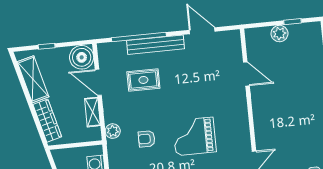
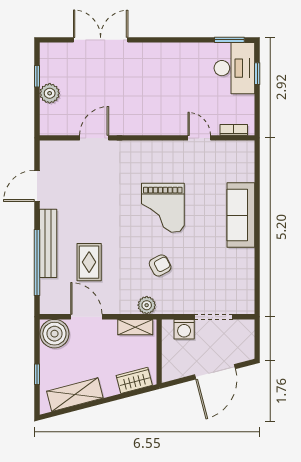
door: (98, 82) -> (86, 317), swing flipped
shelving: (93, 112) -> (135, 327), moved
wardrobe: (47, 121) -> (134, 380), width x0.67
armchair: (147, 139) -> (160, 265), turned -118

